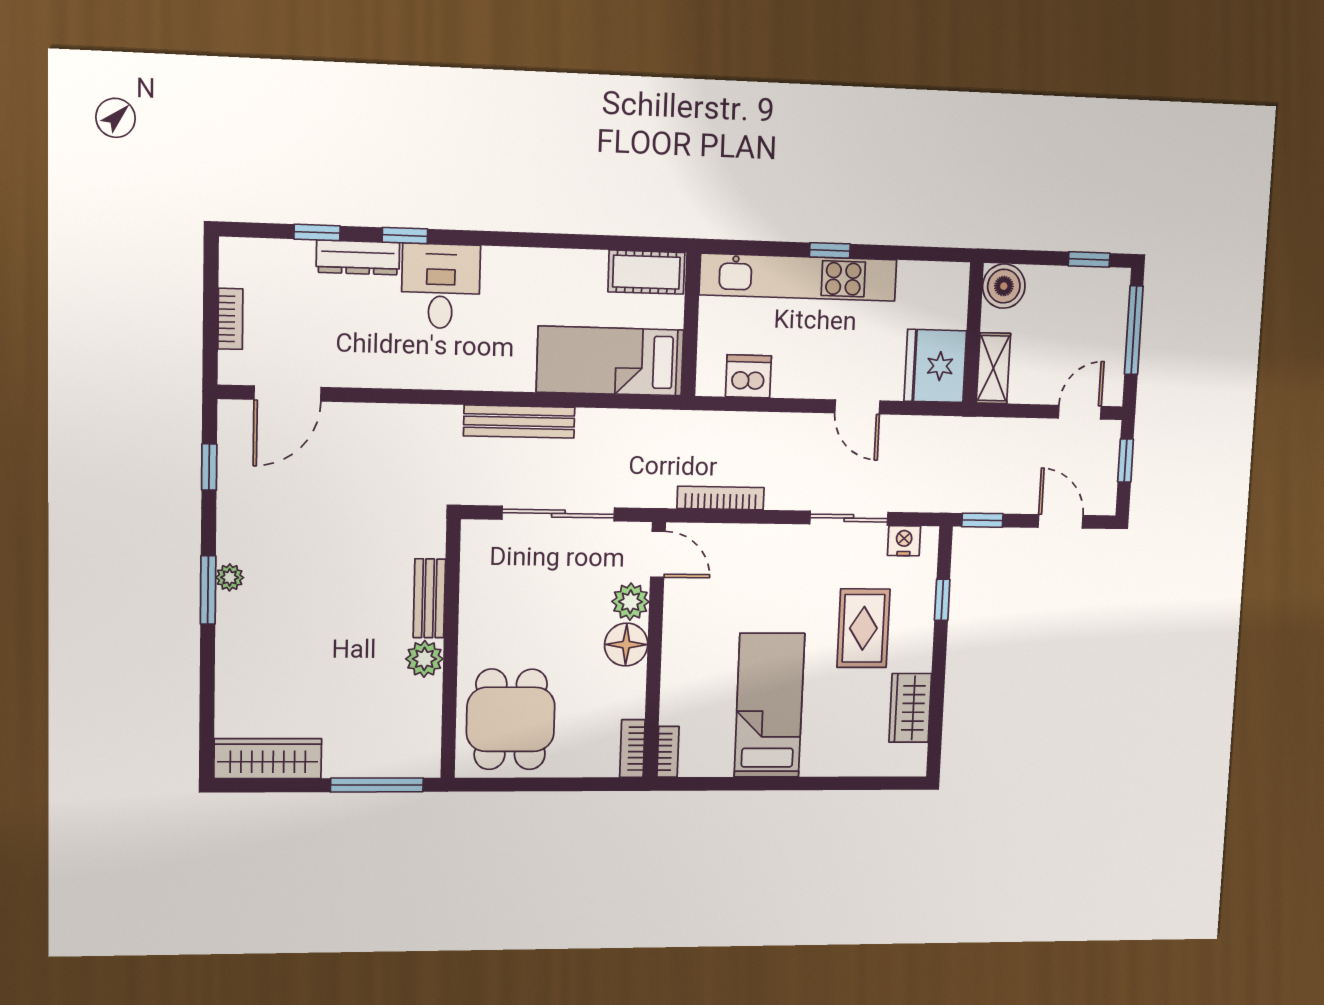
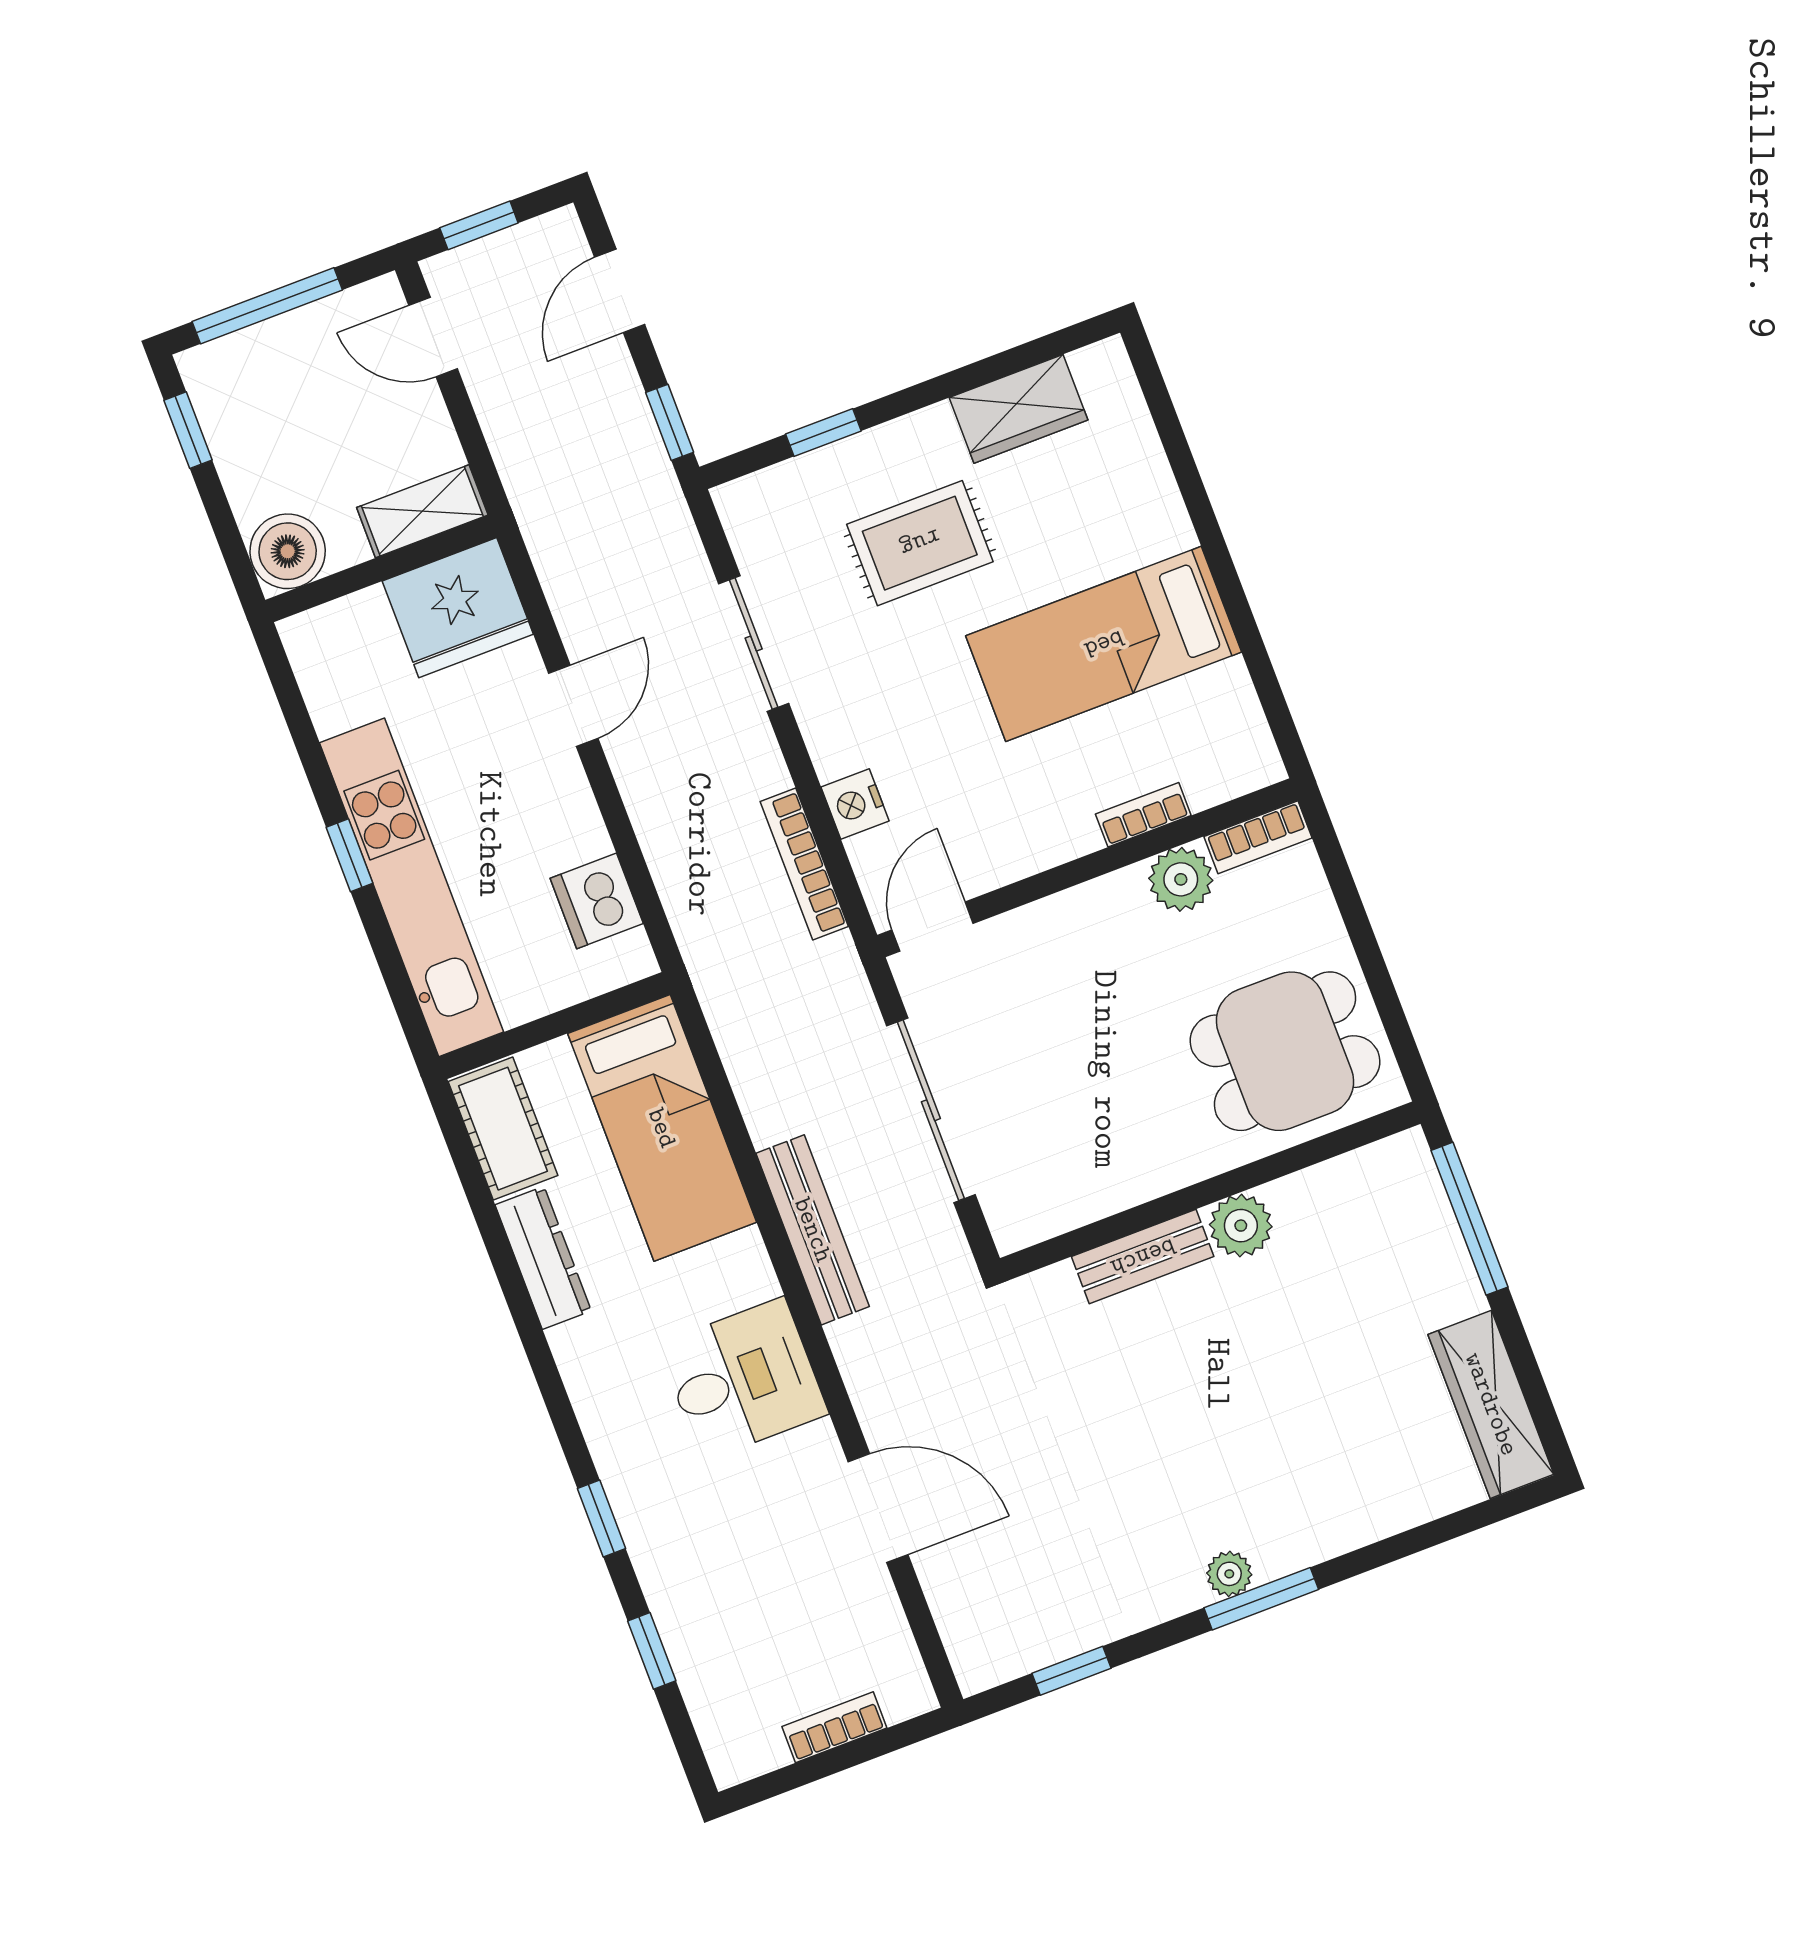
dresser: (358, 257) -> (543, 1258), moved
desk: (441, 286) -> (743, 1379), moved, turned 180
door: (288, 393) -> (878, 1508), moved
nightstand: (904, 541) -> (855, 804), moved
plant: (630, 602) -> (1181, 879), moved
floor lamp: (626, 645) -> (1095, 917), removed
bookcase: (668, 752) -> (1143, 815), moved

